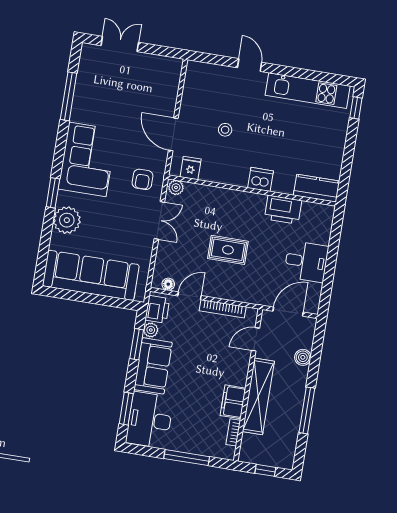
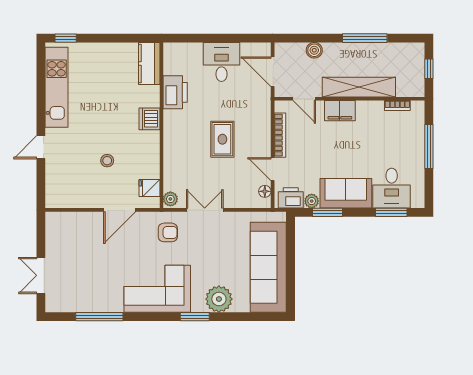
filing cabinet: (233, 402) -> (340, 111), moved
desk: (150, 420) -> (392, 188), width x0.73

